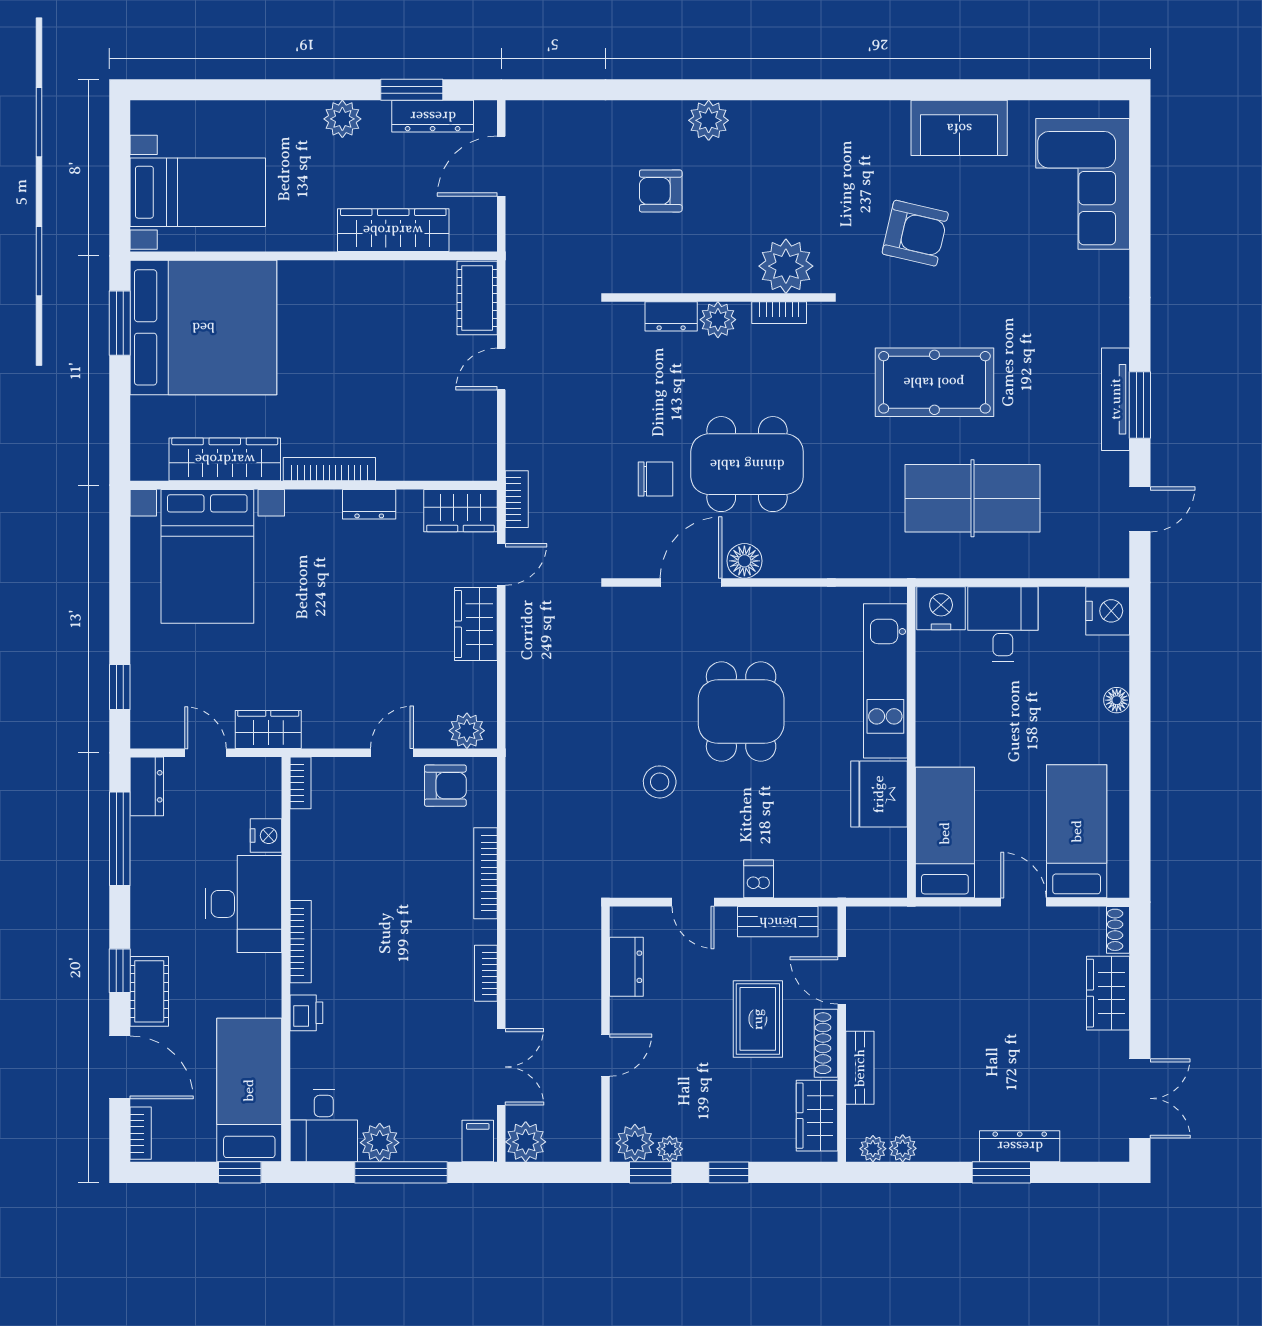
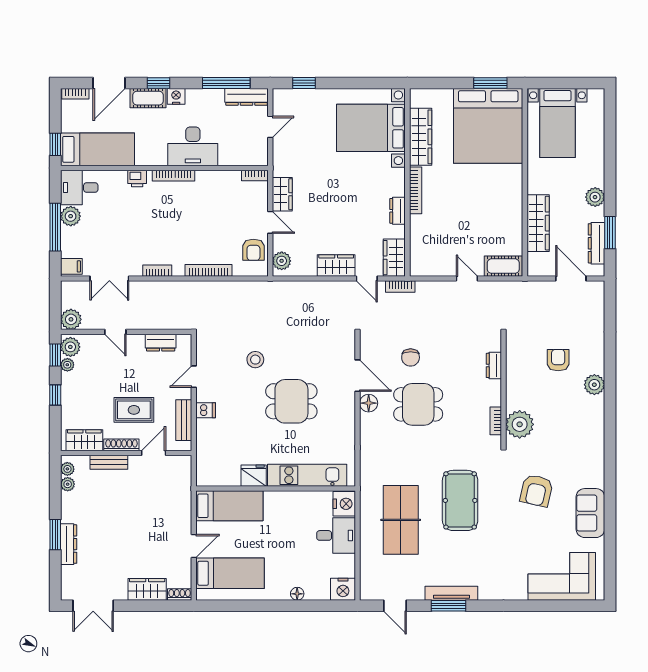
plant: (718, 320) -> (492, 389), removed
dining table: (747, 464) -> (418, 404), width x0.73
wardrobe: (268, 729) -> (282, 194), moved
dresser: (147, 786) -> (246, 97), width x1.44
fridge: (879, 794) -> (254, 476), width x0.73, depth x0.75
nightstand: (266, 836) -> (176, 96), moved, turned 180
plant: (526, 1142) -> (71, 319), moved

